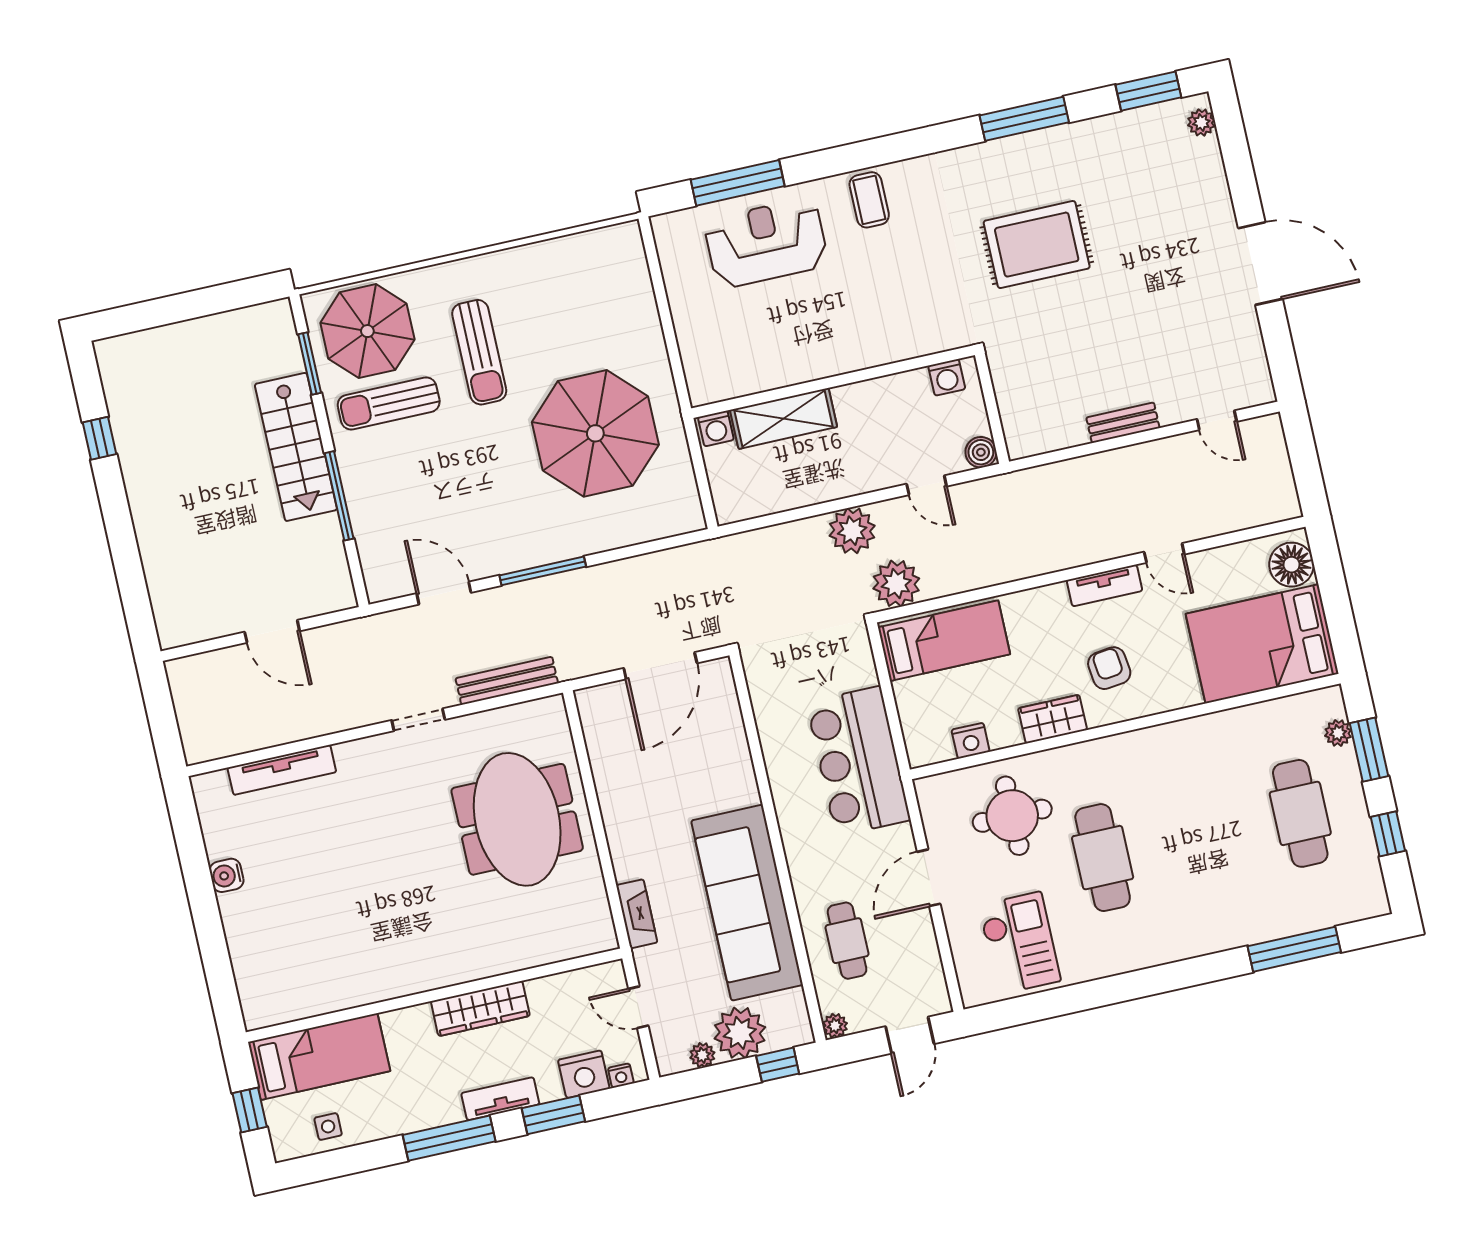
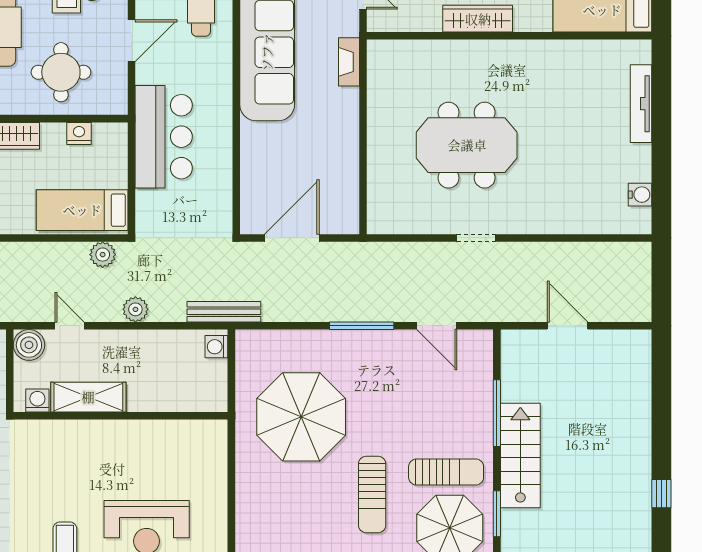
sun lounger: (479, 352) -> (372, 494), turned 180
shelving: (784, 418) -> (88, 397), moved
washing machine: (716, 428) -> (216, 347), moved, turned -90
boiler: (981, 452) -> (29, 345), width x1.36, depth x1.36
plant: (852, 531) -> (135, 309), width x0.73, depth x0.73
plant: (896, 584) -> (103, 255), width x0.73, depth x0.73
bench: (507, 681) -> (224, 312), moved
tv unit: (282, 770) -> (641, 104), moved, turned -90
meeting table: (517, 819) -> (467, 145), moved, turned 90
water cooler: (227, 875) -> (640, 195), moved

